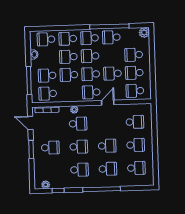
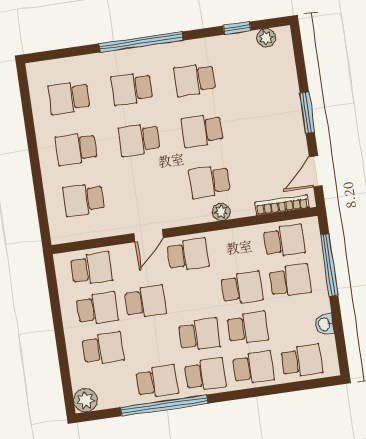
school desk: (91, 74) -> (194, 295), removed
door: (30, 123) -> (316, 171), swing flipped
school desk: (50, 148) -> (265, 122), removed

